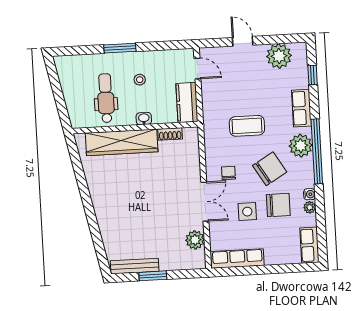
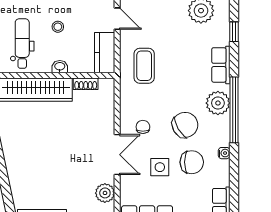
coffee table: (247, 126) -> (144, 66), moved, turned 90
plant: (310, 207) -> (224, 166), removed

